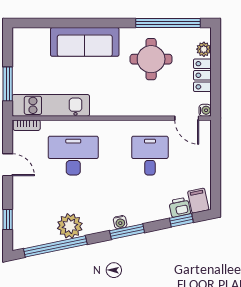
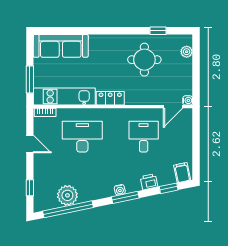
window: (168, 23) -> (158, 31), width x0.32
sofa: (85, 42) -> (61, 46), moved
locker: (202, 75) -> (110, 98), moved, turned 90
door: (187, 118) -> (173, 107), hinge flipped
printer: (180, 207) -> (149, 182), moved
plant: (70, 226) -> (67, 195), moved

